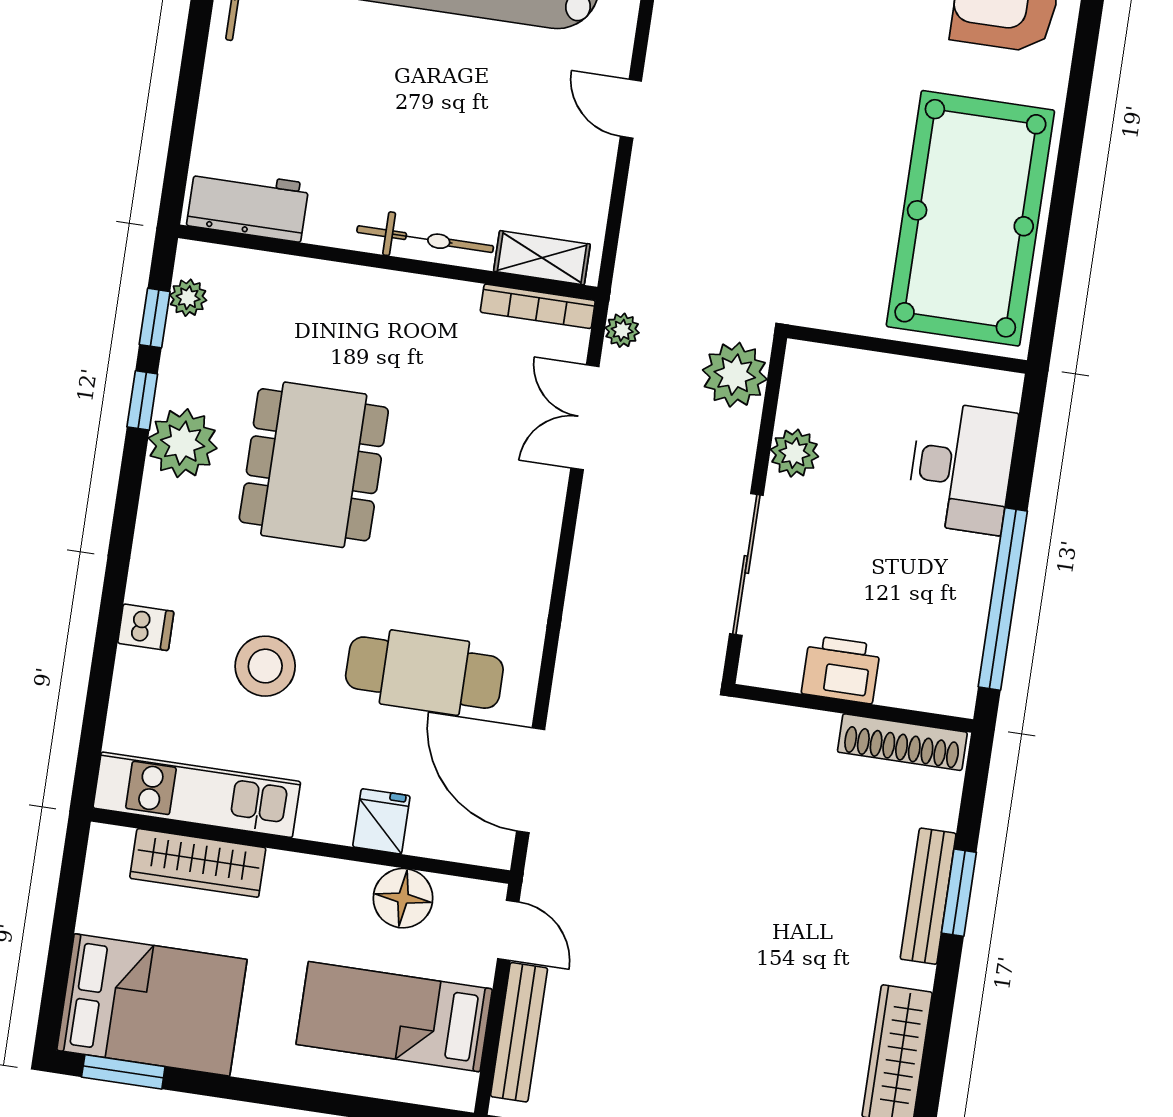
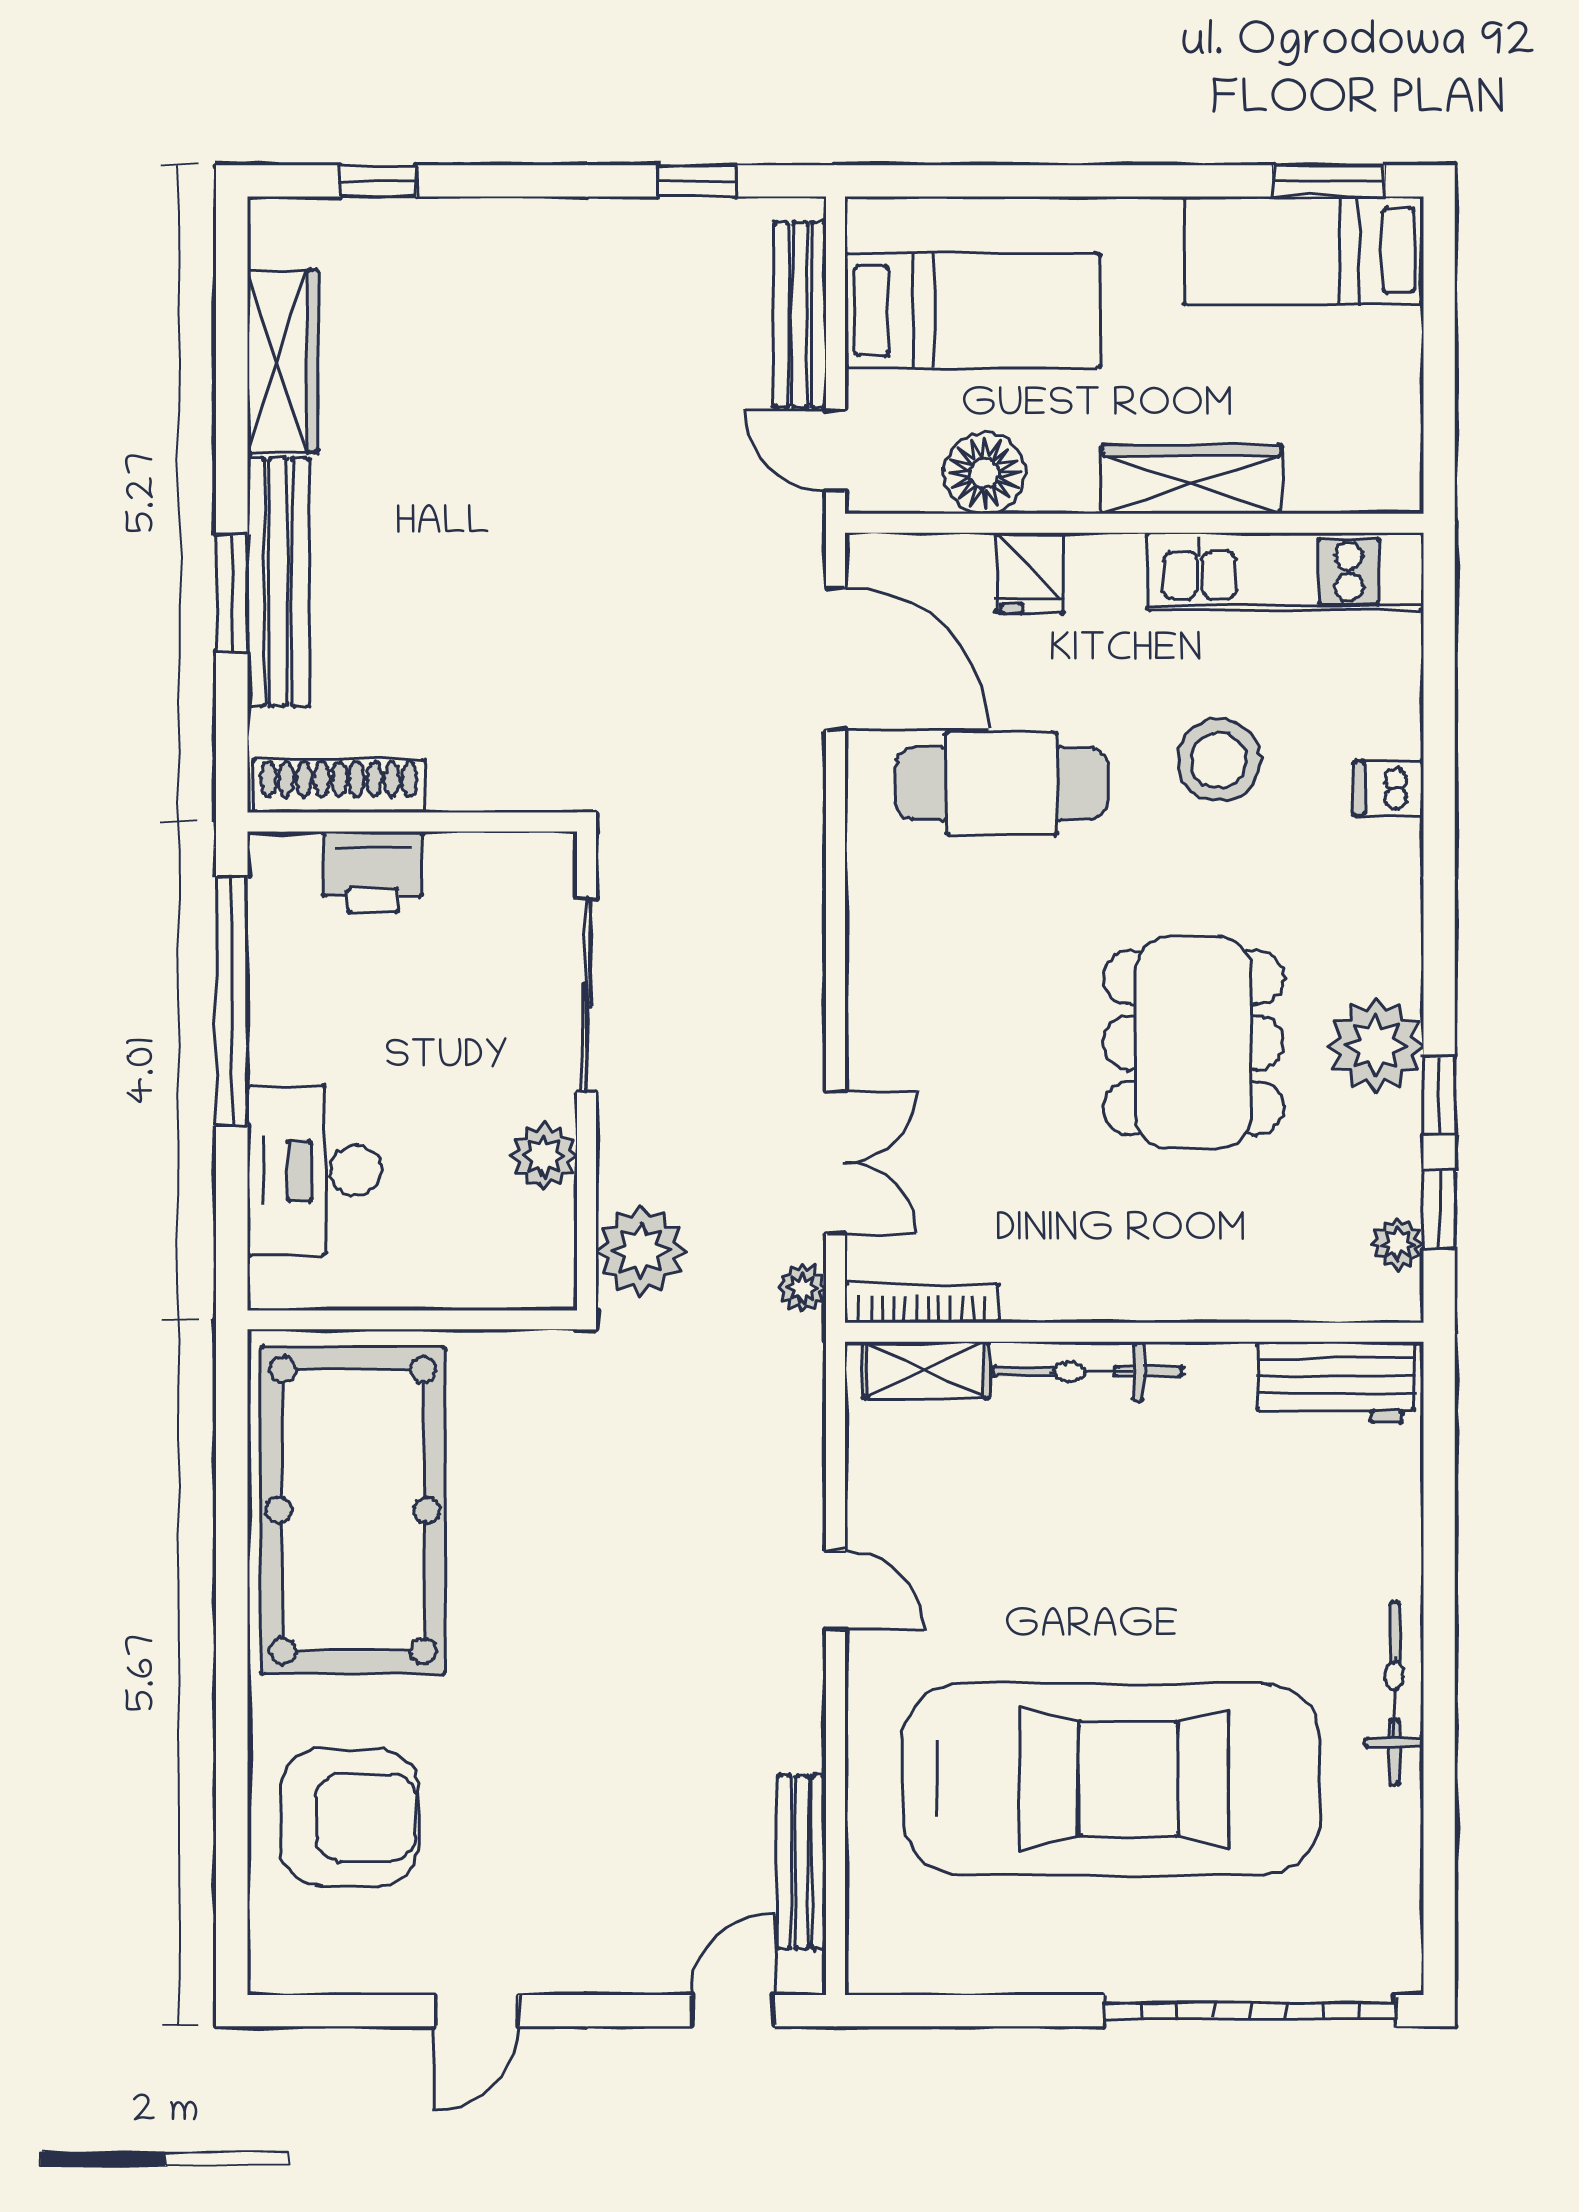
printer: (841, 670) -> (373, 872), moved
wardrobe: (198, 863) -> (1191, 479), moved
bench: (928, 896) -> (278, 582), width x1.37, depth x1.21
bed: (152, 1005) -> (1304, 250), width x0.67

